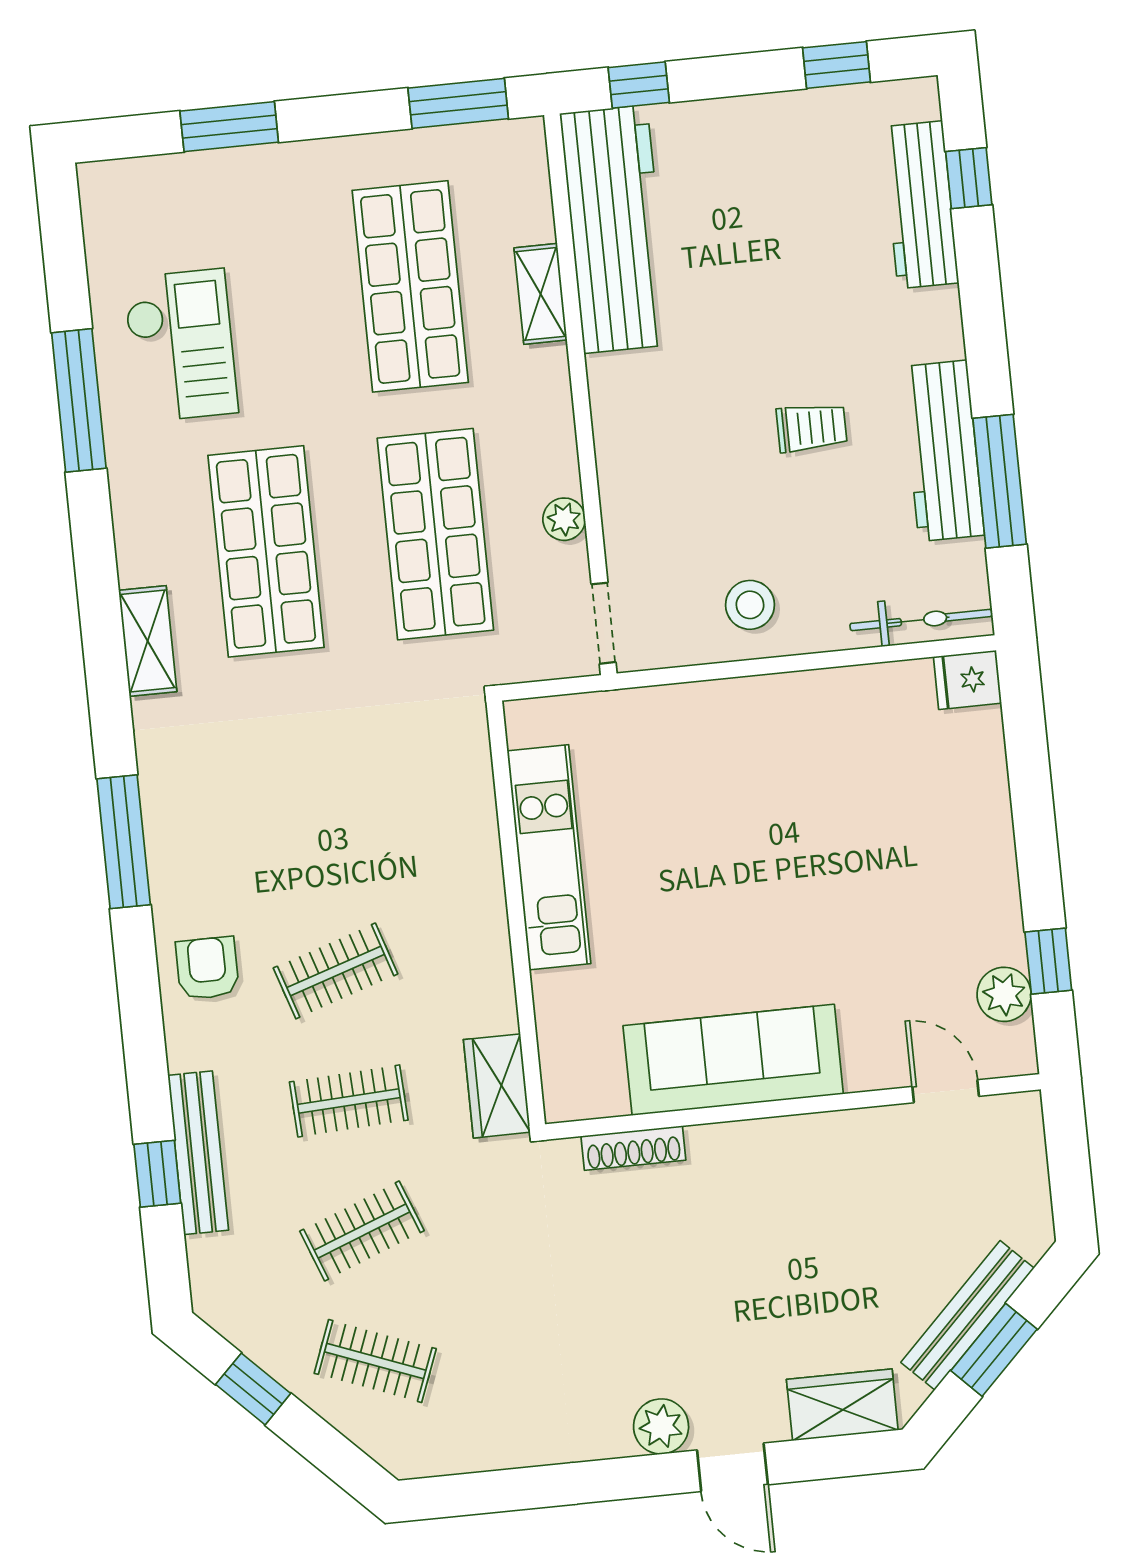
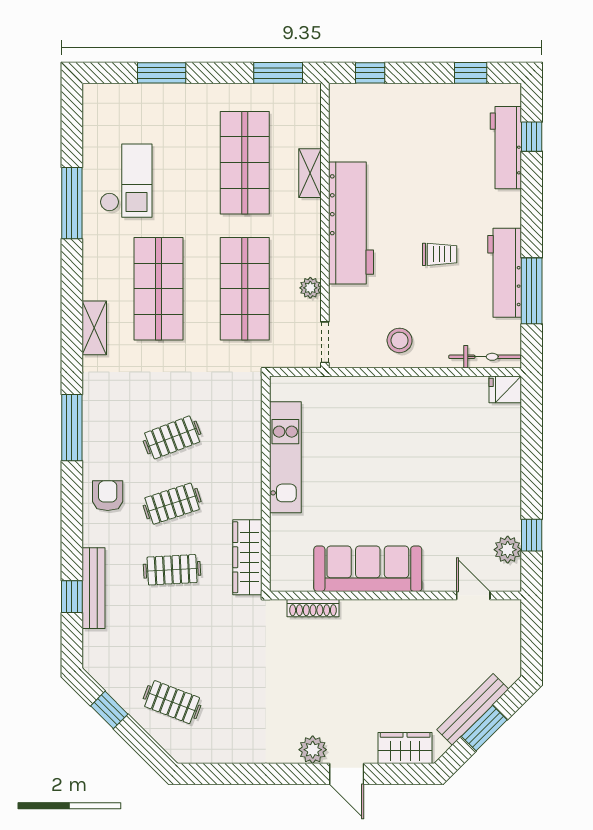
workbench: (615, 229) -> (351, 223), moved
wardrobe: (497, 1086) -> (247, 557), width x1.50
clothes rail: (362, 1231) -> (172, 437), moved

